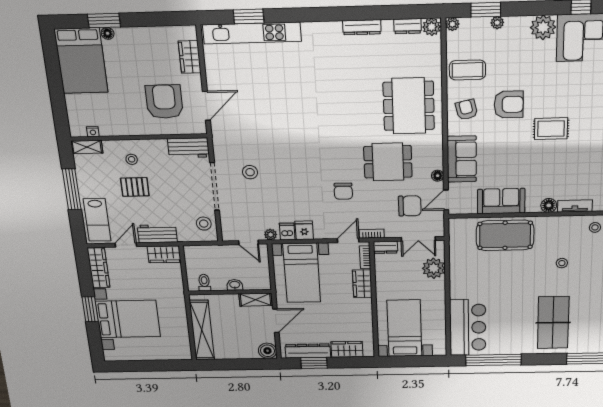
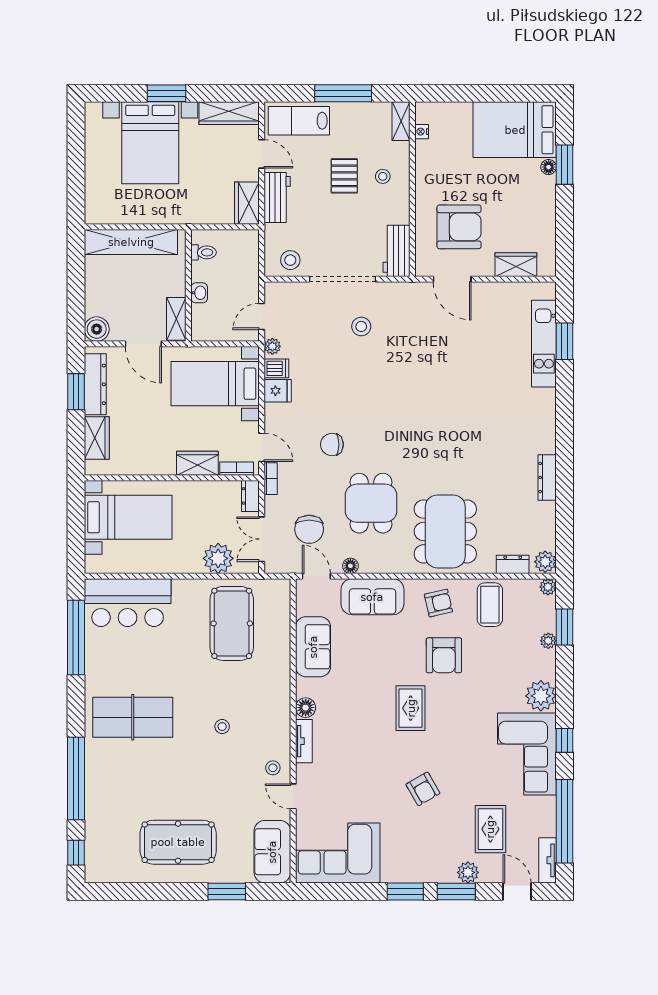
dresser: (408, 26) -> (513, 564), moved, turned 90
kitchen unit: (252, 33) -> (544, 344), width x0.73
dining table: (409, 106) -> (445, 531), turned 90
pool table: (505, 235) -> (232, 623), moved

